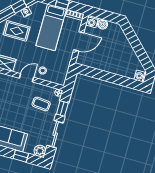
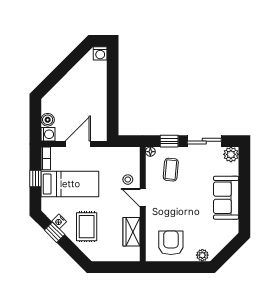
door: (79, 41) -> (78, 144), hinge flipped
window: (21, 156) -> (244, 177), removed

